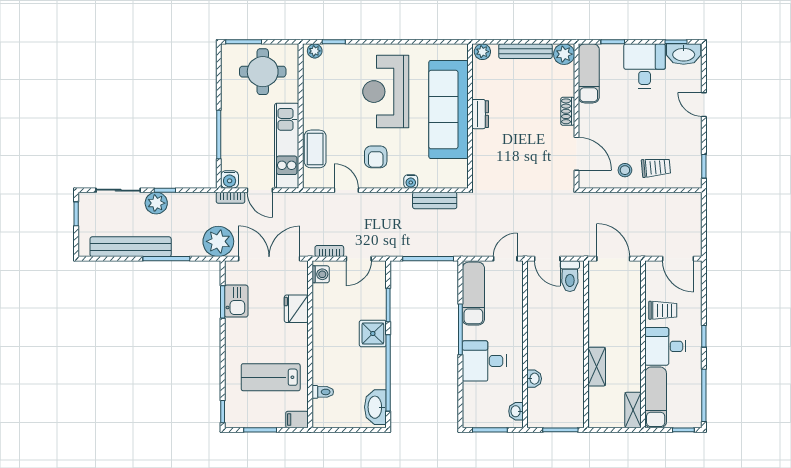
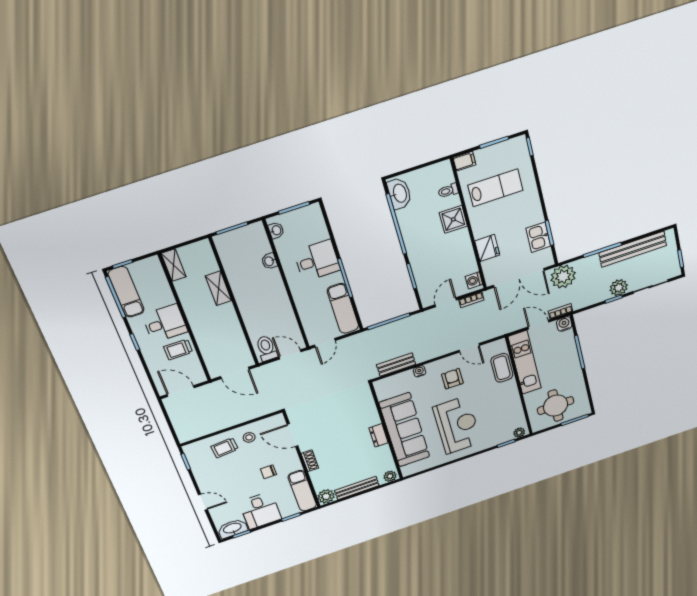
chair: (618, 115) -> (268, 472), added
shower: (373, 333) -> (453, 219), moved
exam couch: (656, 397) -> (126, 292), moved, turned 180

